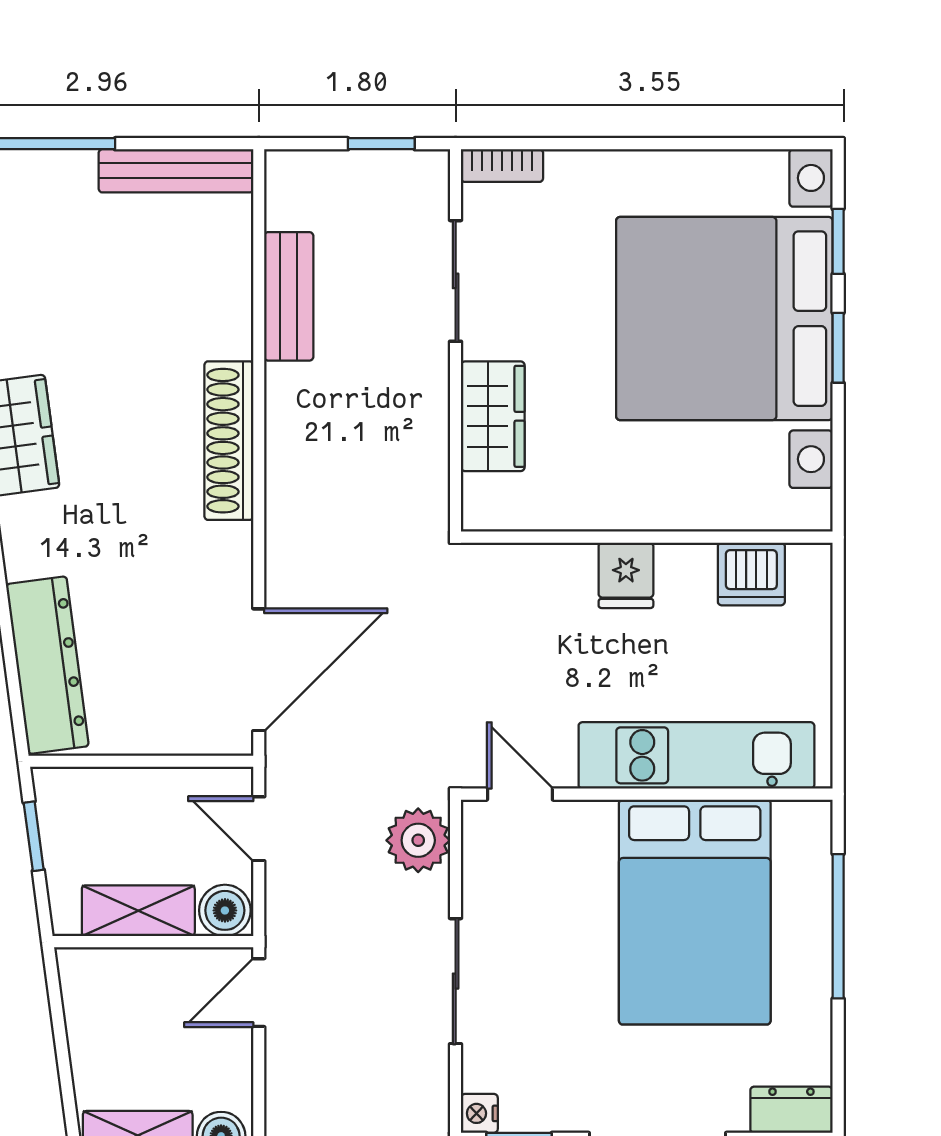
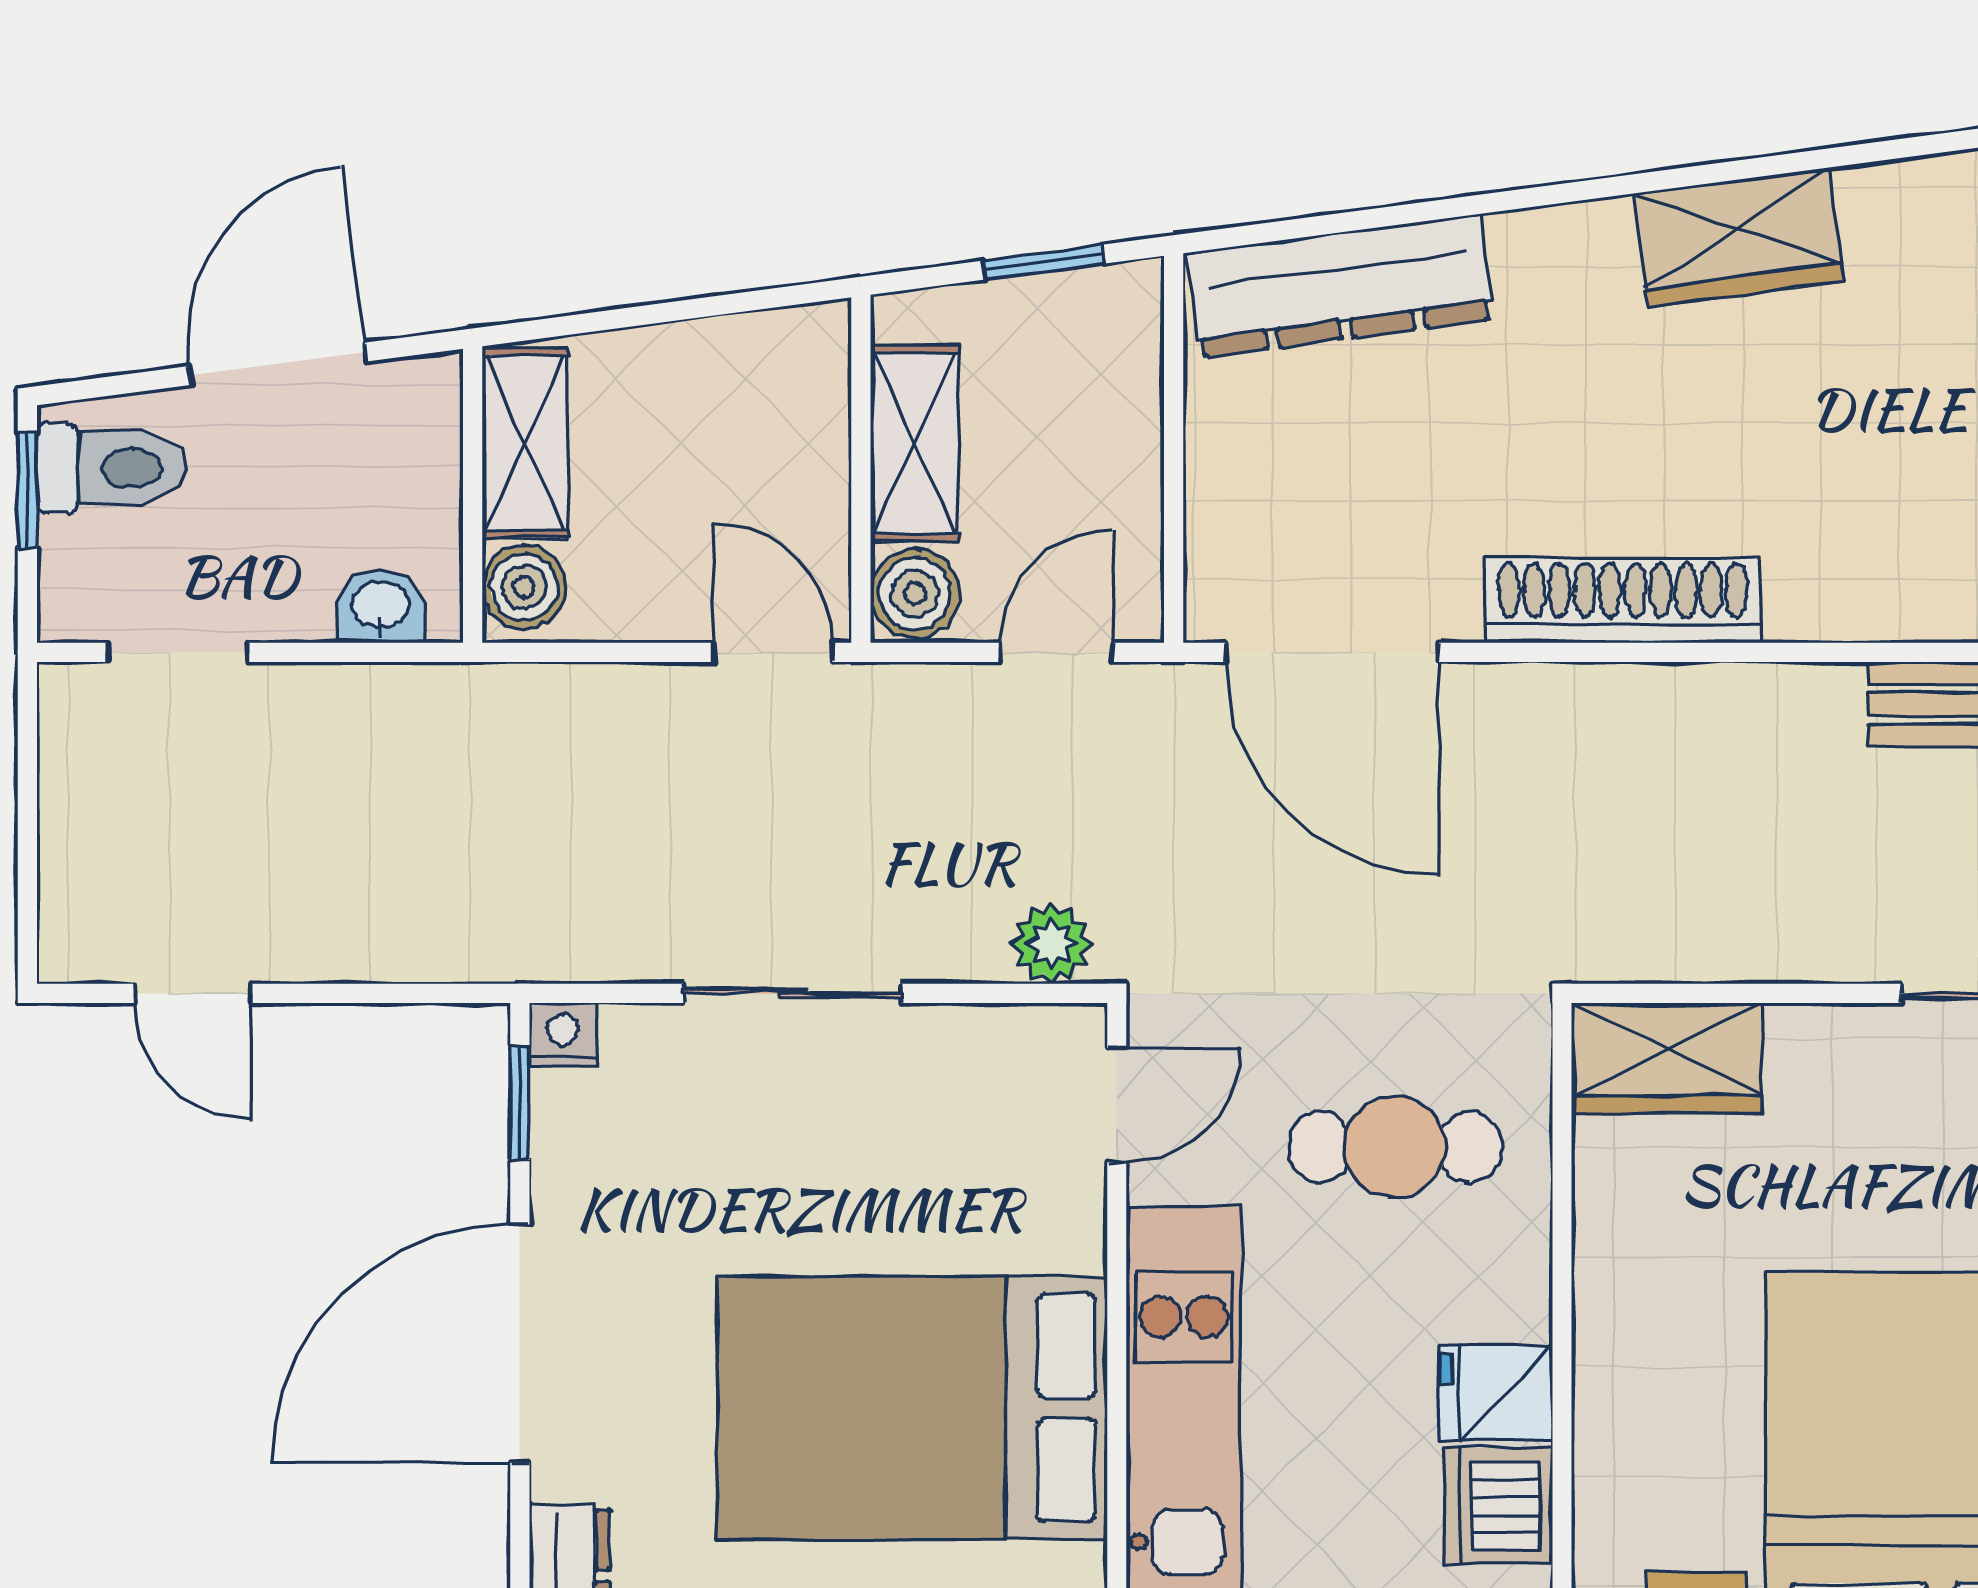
wardrobe: (493, 416) -> (1667, 1058), moved
shoe rack: (229, 441) -> (1623, 600), moved
fridge: (626, 575) -> (1496, 1393), moved
cafe table: (544, 634) -> (1395, 1147), added
plant: (418, 840) -> (1052, 944), width x0.73, depth x0.73

